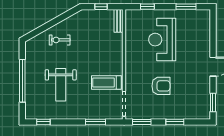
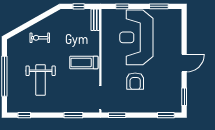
reception desk: (162, 40) -> (136, 37), width x1.36, depth x1.30
treadmill: (106, 82) -> (84, 62), moved
armchair: (161, 86) -> (135, 81), turned 90
window: (175, 122) -> (166, 115), moved

